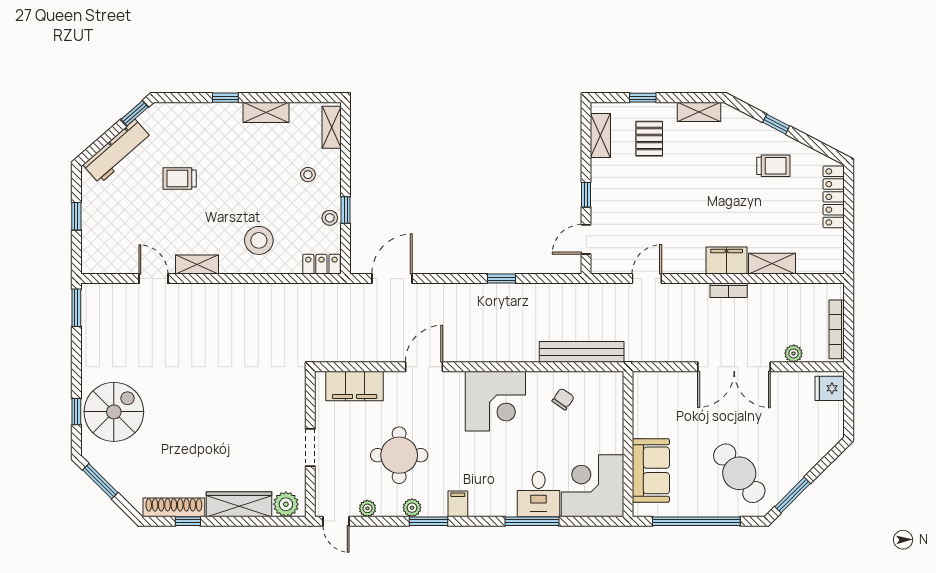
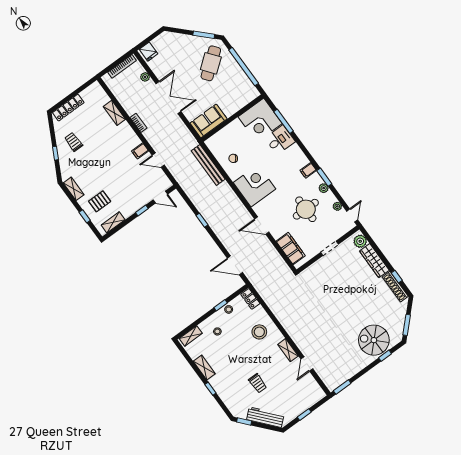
filing cabinet: (727, 261) -> (140, 151), moved, width x0.50
sofa: (651, 470) -> (208, 121), moved
window: (532, 521) -> (283, 121), moved

